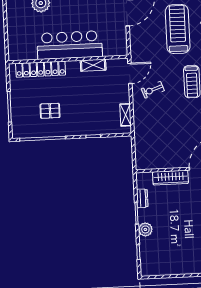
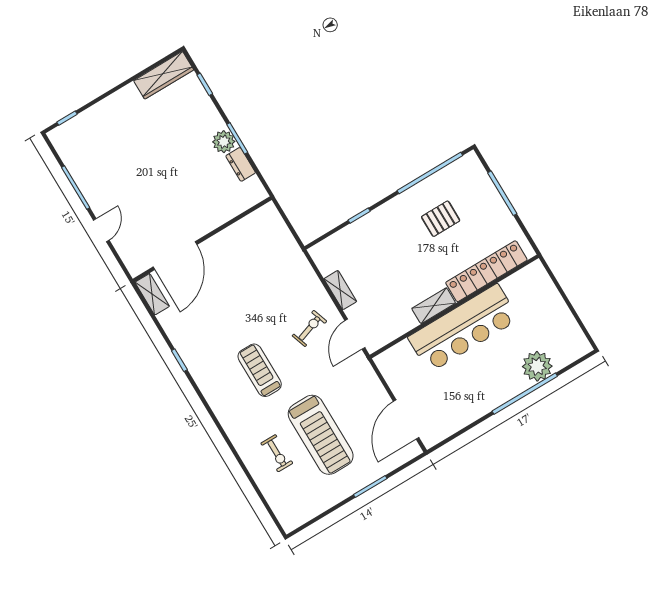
shelving: (93, 65) -> (434, 306), moved
shelving: (126, 115) -> (340, 290), moved
wardrobe: (170, 178) -> (164, 75), moved, turned 180
plant: (145, 229) -> (224, 142), moved

